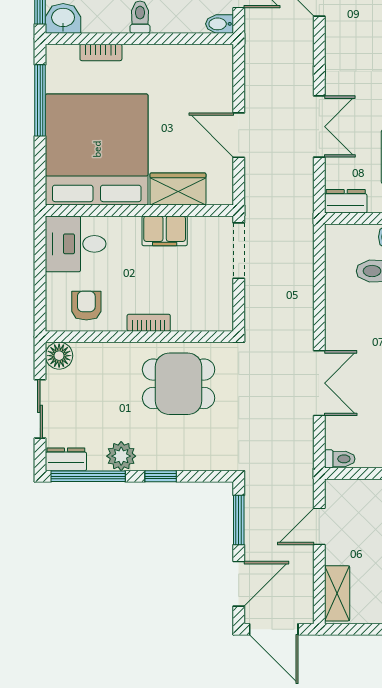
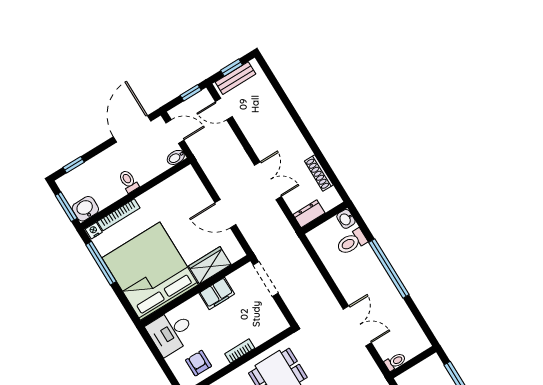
bookcase: (101, 52) -> (119, 215), width x1.56
nightstand: (57, 53) -> (94, 231), added

